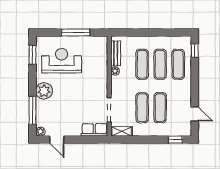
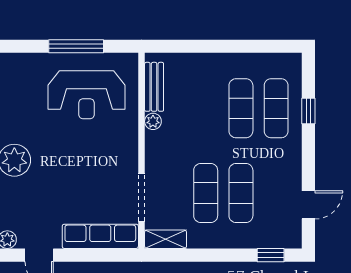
window: (195, 51) -> (308, 111), moved
reception desk: (62, 61) -> (86, 95), moved, turned 180
exercise mat: (142, 64) -> (206, 108), removed
door: (195, 114) -> (308, 205), hinge flipped
row of seats: (94, 130) -> (100, 236), width x1.48

